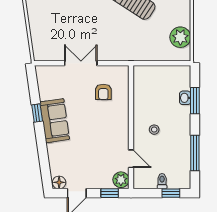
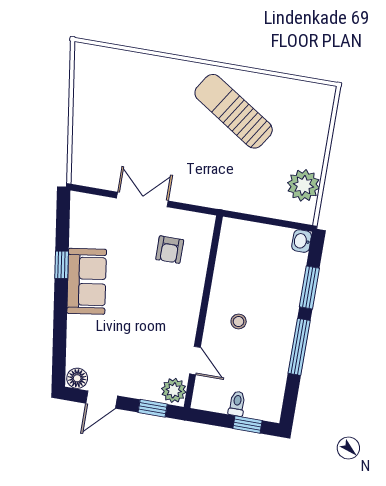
washbasin: (185, 98) -> (302, 241), moved
window: (195, 153) -> (299, 347), moved

